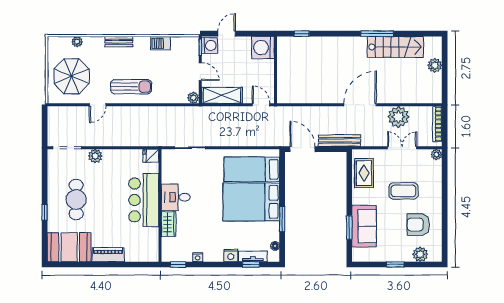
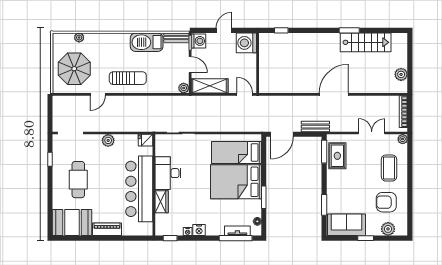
door: (227, 34) -> (224, 30), moved
window: (377, 34) -> (349, 30), width x0.69
bench: (119, 42) -> (176, 38), moved
barbecue: (161, 43) -> (147, 42), width x1.88, depth x1.53
plant: (435, 65) -> (401, 74), moved
plant: (398, 117) -> (368, 105), removed
bench: (340, 141) -> (315, 127), width x0.73
door: (302, 149) -> (282, 134), swing flipped
plant: (95, 156) -> (108, 140), moved
window: (349, 168) -> (324, 152), added
coffee table: (403, 191) -> (389, 168), moved, turned 90
desk: (176, 197) -> (168, 173), width x1.37
bar counter: (144, 200) -> (139, 189), width x1.36
window: (45, 212) -> (50, 159), moved
sofa: (364, 226) -> (346, 225), moved, turned -90
nightstand: (231, 256) -> (199, 230), moved
window: (251, 265) -> (236, 238), width x2.17

